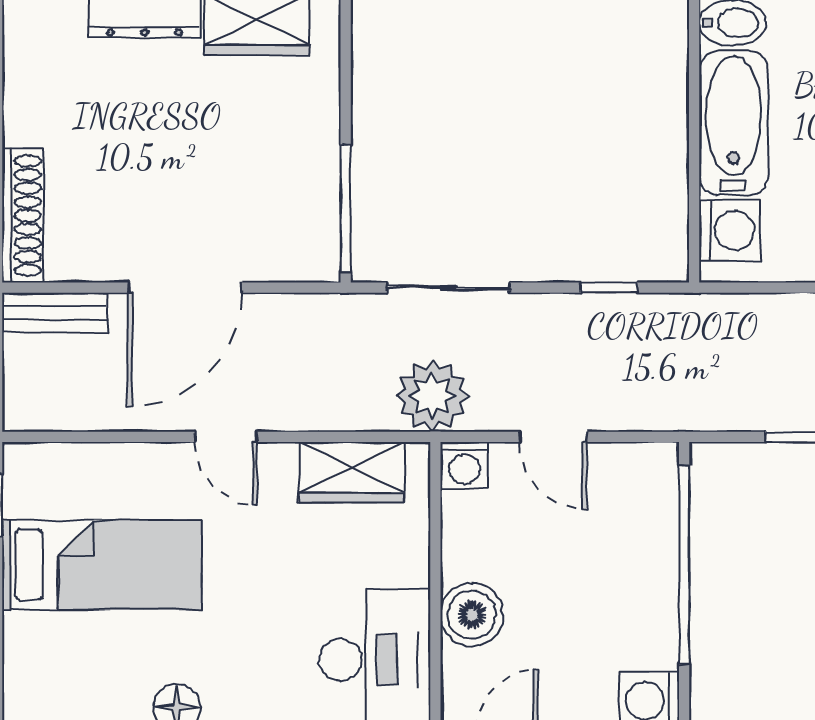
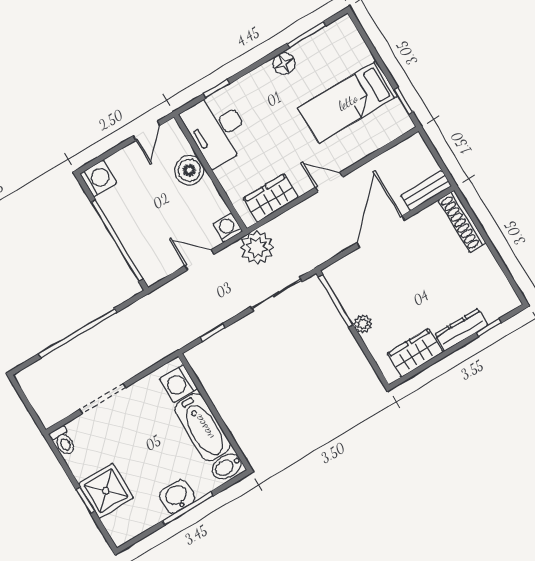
plant: (321, 136) -> (363, 324), added

